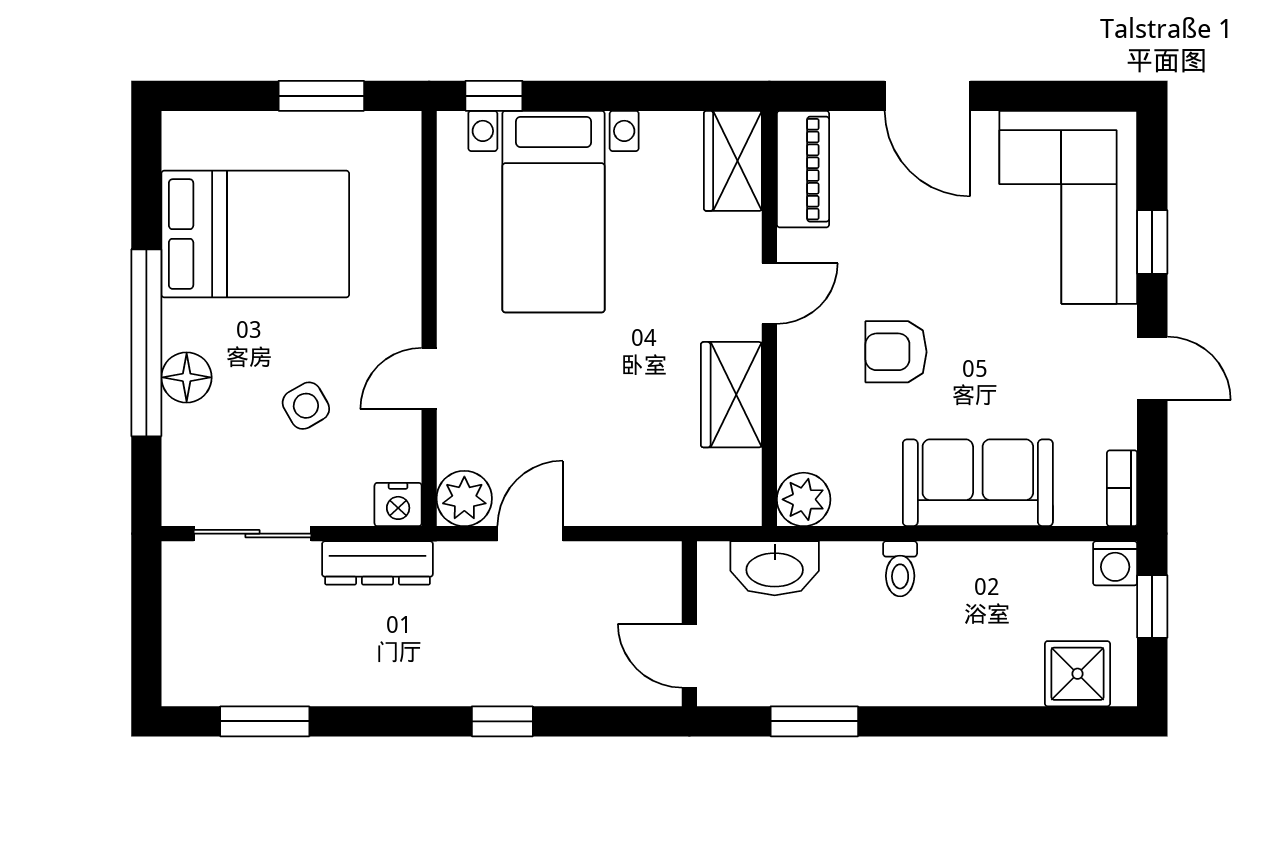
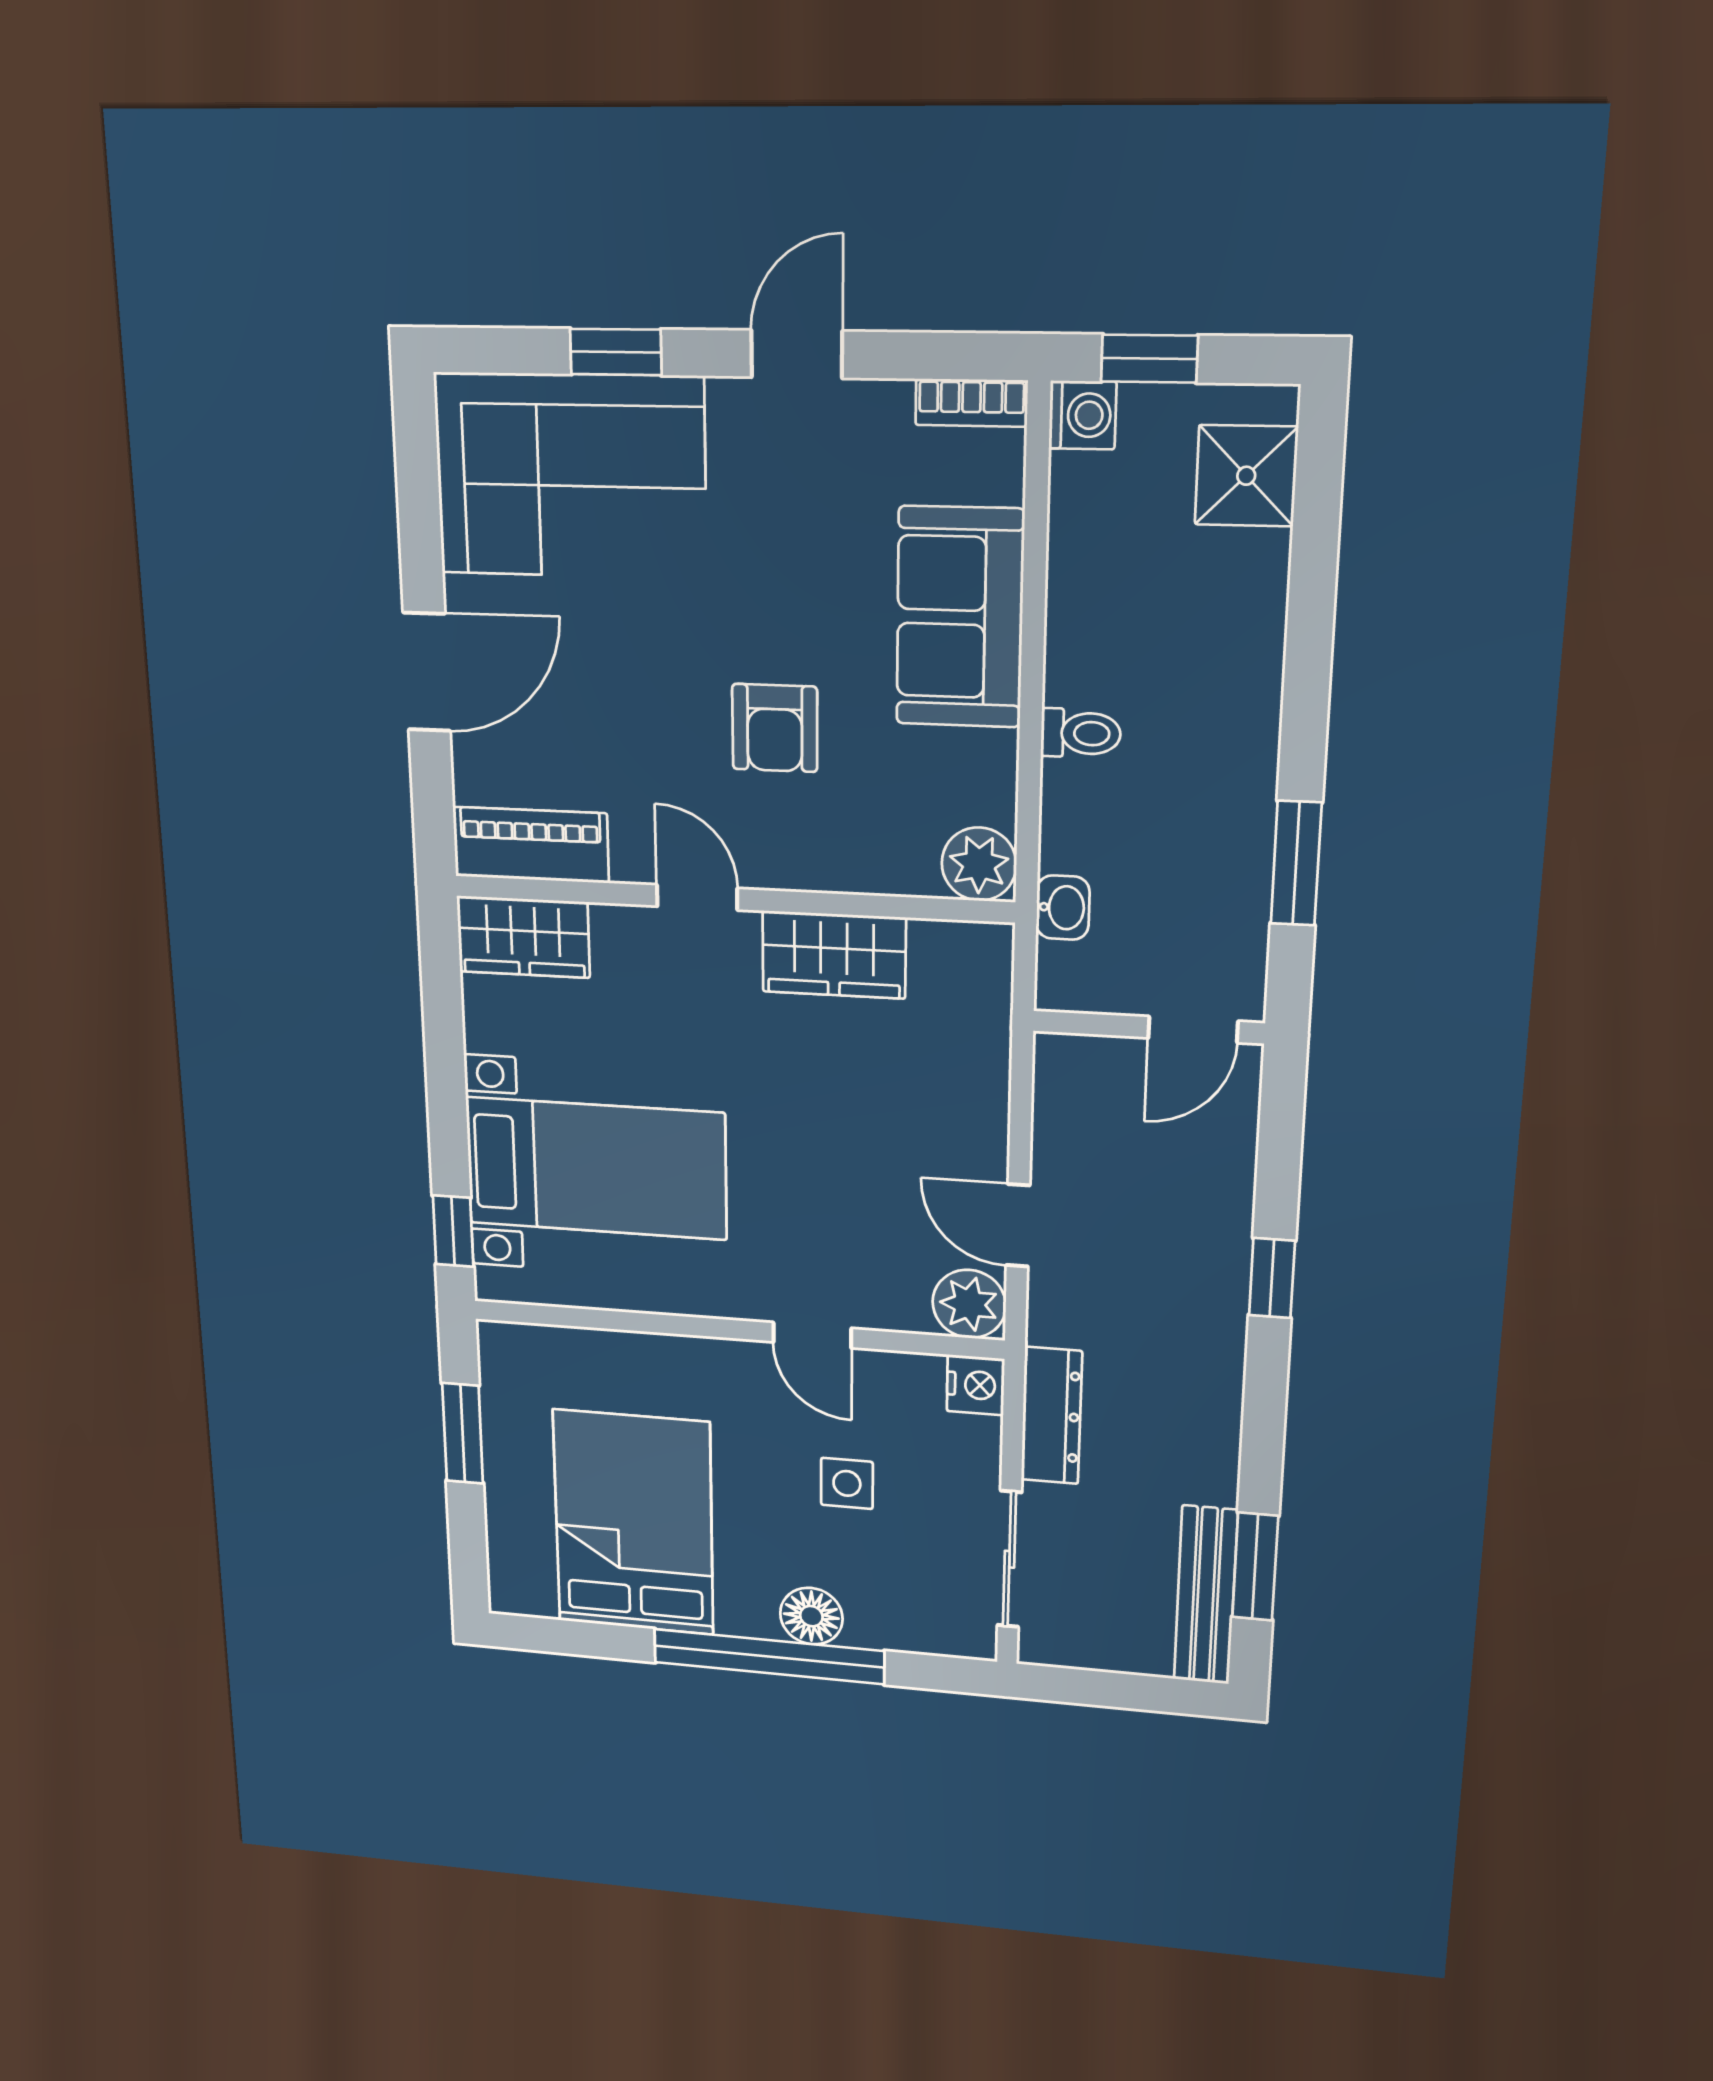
side table: (306, 406) -> (847, 1483), turned 30
washbasin: (775, 568) -> (1063, 908), width x0.52, depth x0.69
bench: (237, 685) -> (1206, 1595), added

